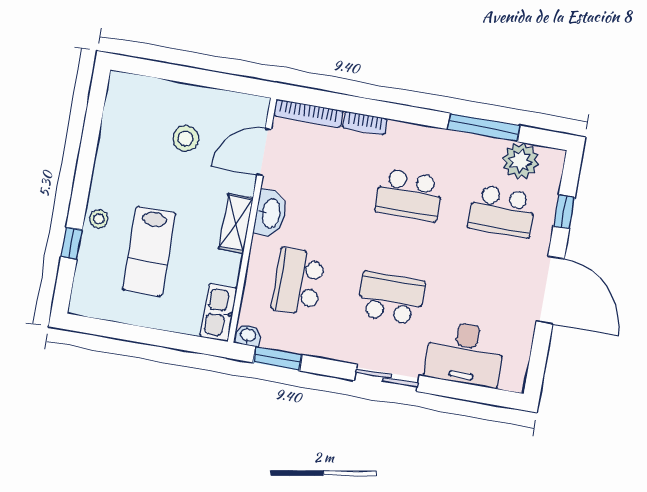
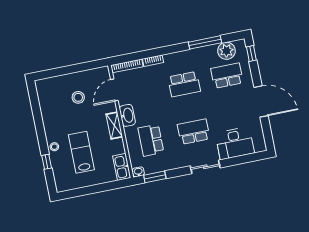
school desk: (502, 211) -> (227, 76), turned 180
window: (564, 212) -> (251, 53), moved
lab bench: (149, 251) -> (81, 152), turned 180

